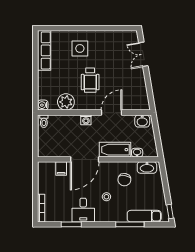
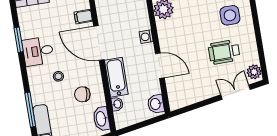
plant: (129, 36) -> (254, 72), added
wheelchair: (90, 80) -> (224, 52), moved

